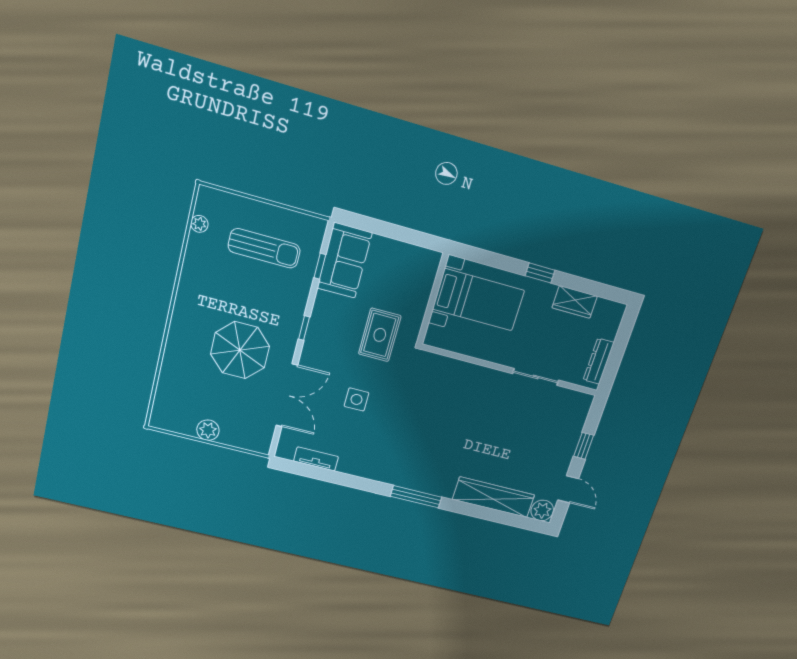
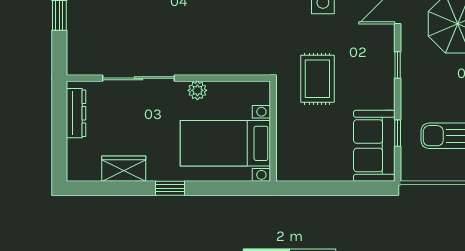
plant: (488, 353) -> (197, 90), added
sliding door: (536, 377) -> (138, 78), width x1.37

